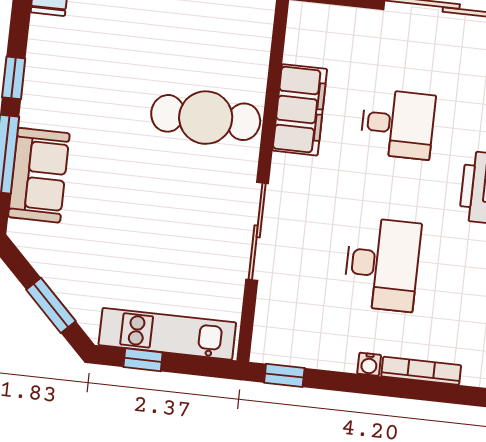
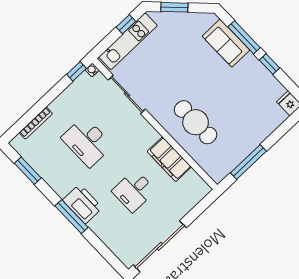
cafe table: (206, 118) -> (196, 122), turned 90
sliding door: (257, 231) -> (127, 94), moved
water cooler: (369, 364) -> (92, 70), moved

